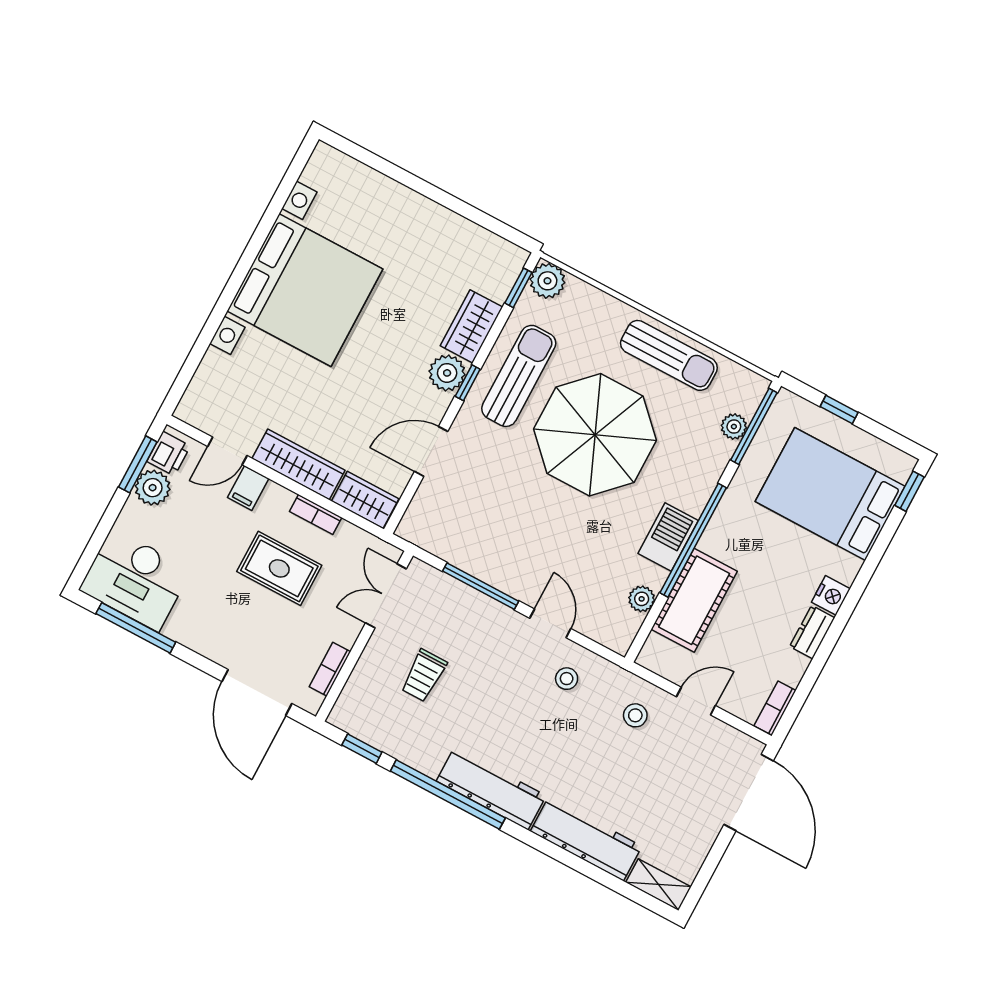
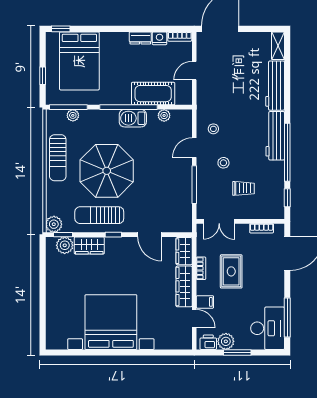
sun lounger: (669, 355) -> (58, 158), turned 180
plant: (447, 373) -> (65, 245), moved
window: (138, 464) -> (237, 353), moved
nightstand: (831, 595) -> (160, 38), moved
door: (696, 701) -> (194, 71), hinge flipped
stool: (635, 715) -> (223, 163), moved

